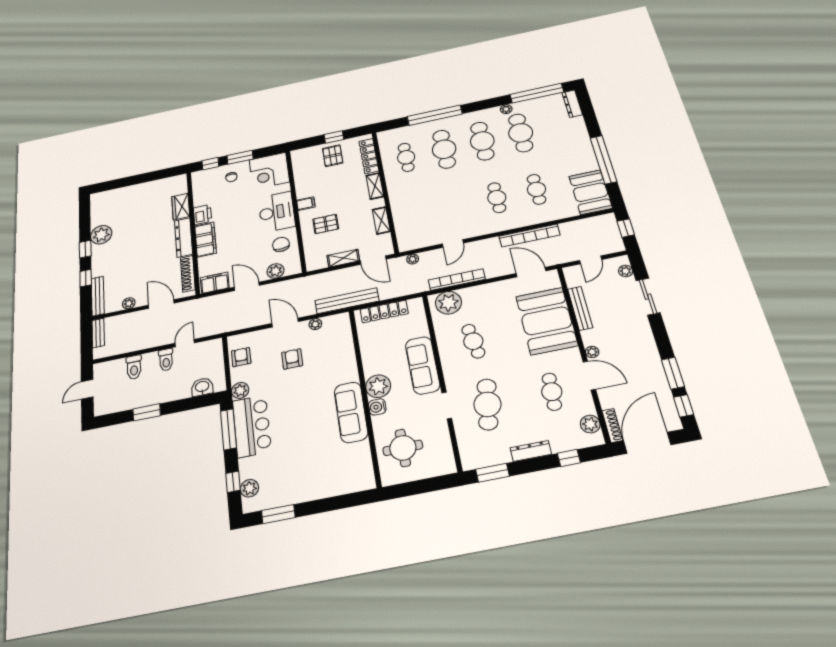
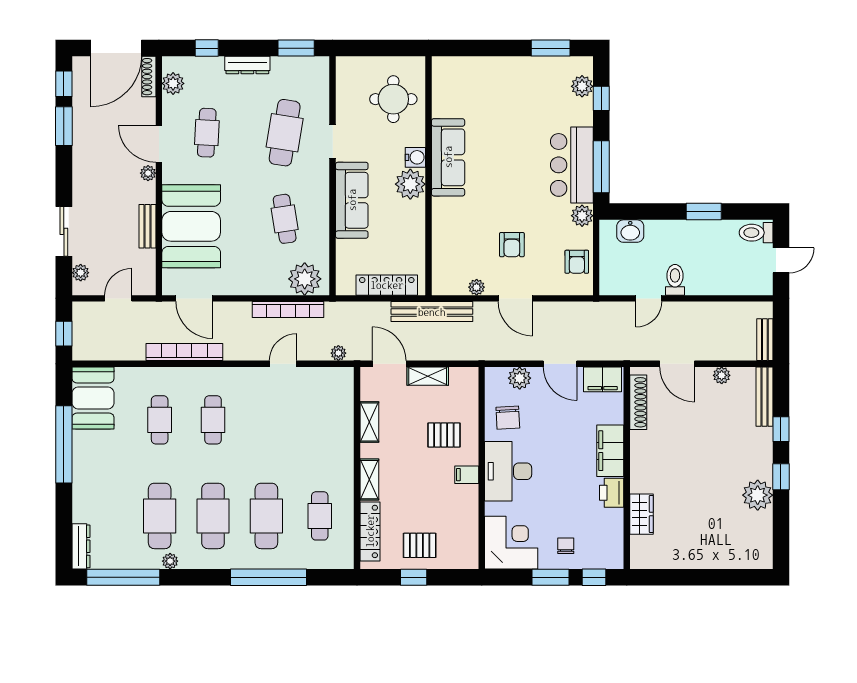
pallet: (333, 156) -> (420, 545), turned 90
dresser: (184, 237) -> (641, 462), removed
bench: (580, 308) -> (147, 226), width x0.73
toilet: (134, 367) -> (756, 233), moved, turned -90

